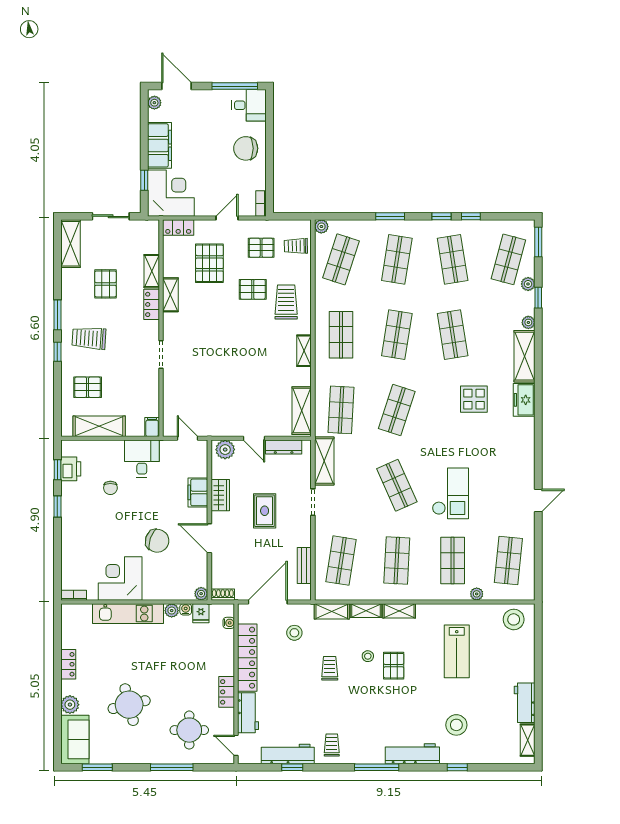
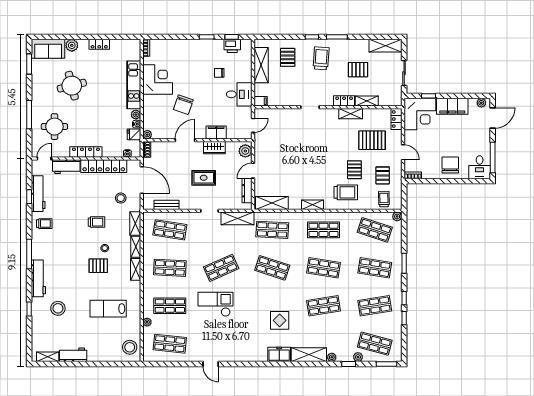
checkout: (450, 493) -> (216, 304), turned 180
locker: (227, 692) -> (86, 152), width x1.53

